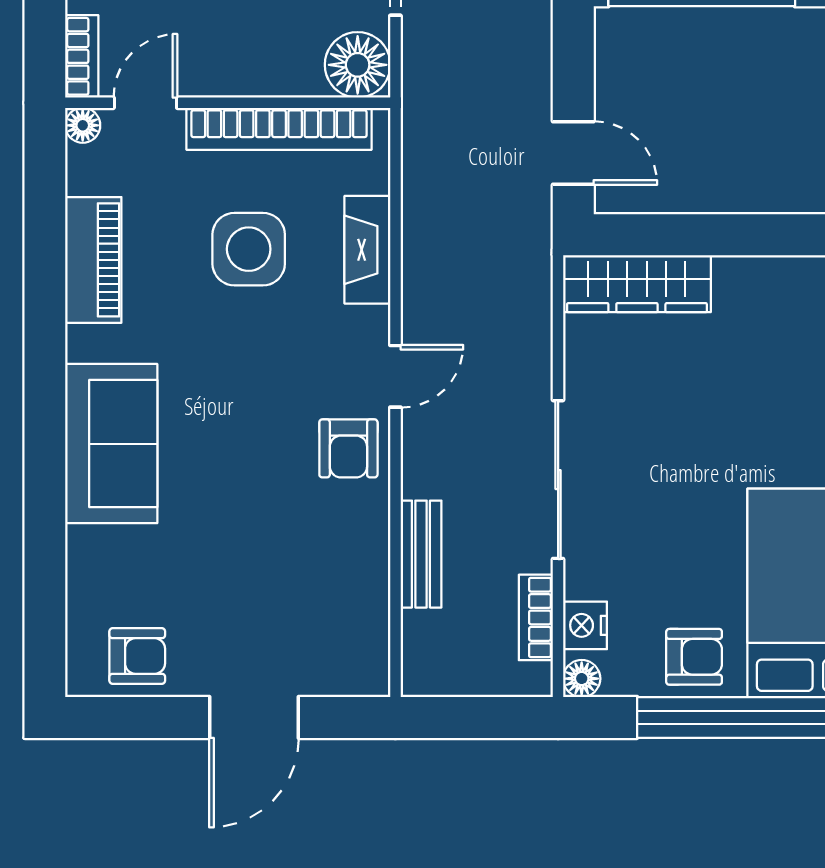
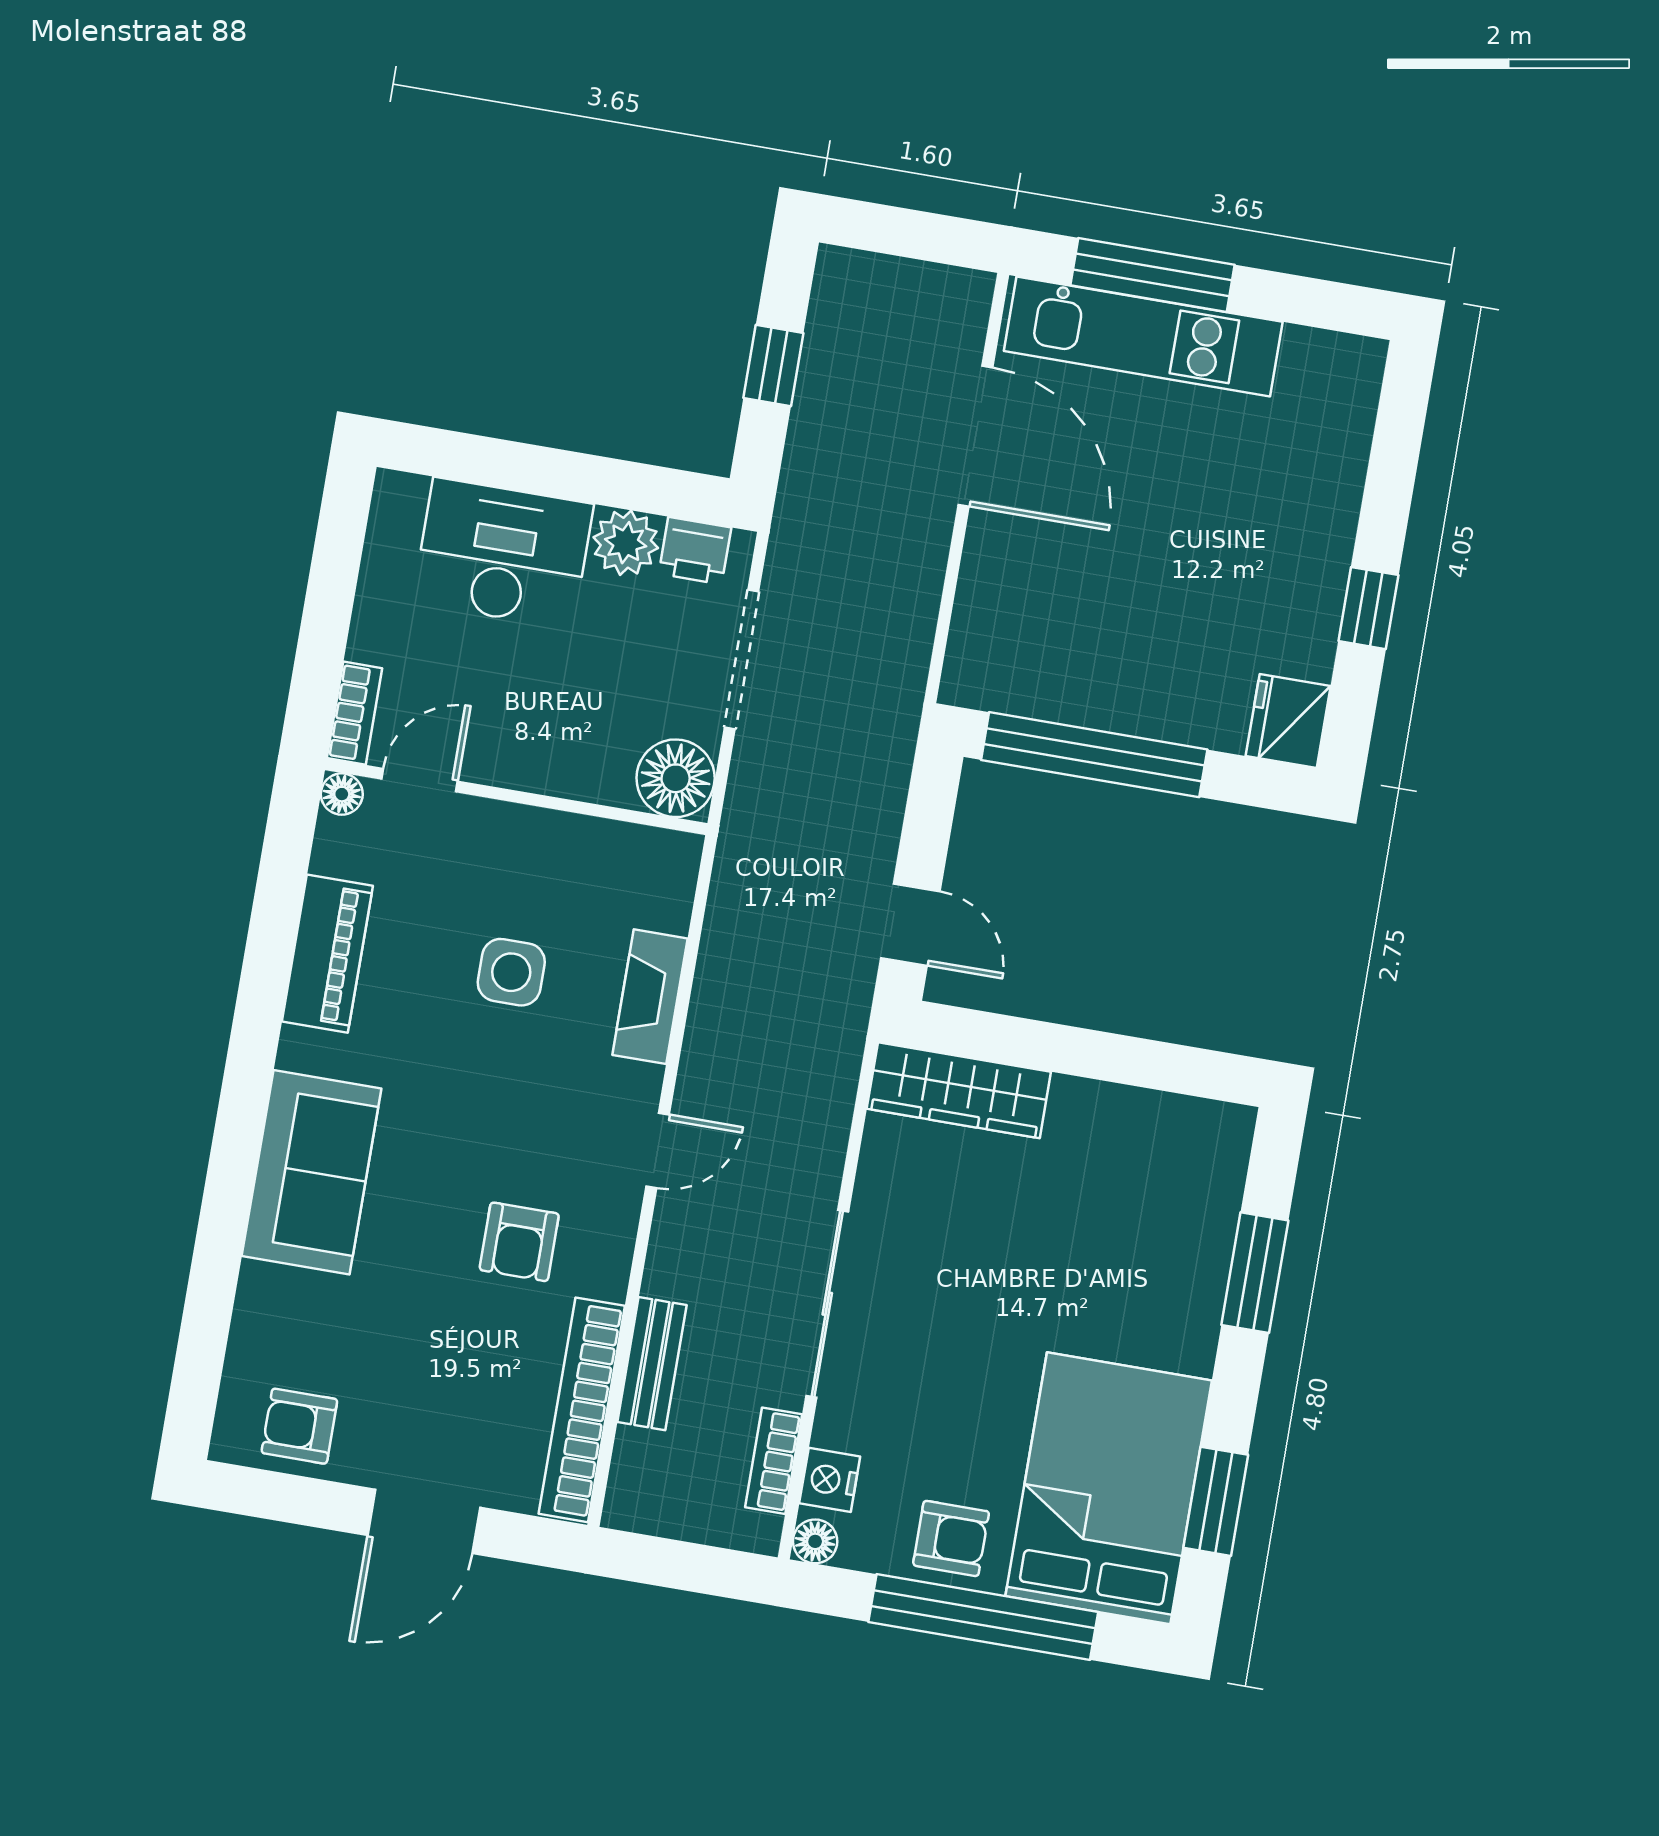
bookcase: (279, 129) -> (582, 1410), moved, turned 90
side table: (249, 249) -> (511, 972), width x0.73, depth x0.73
armchair: (348, 448) -> (519, 1242), moved
armchair: (137, 656) -> (299, 1426), turned 180

